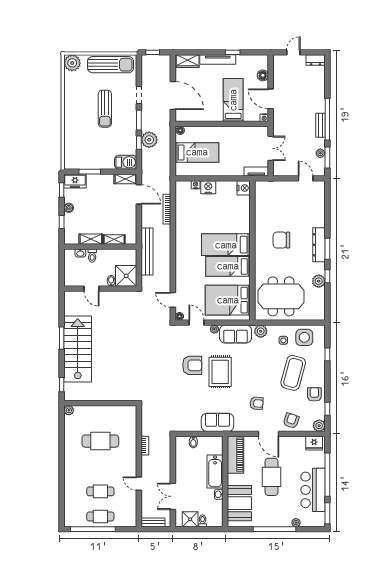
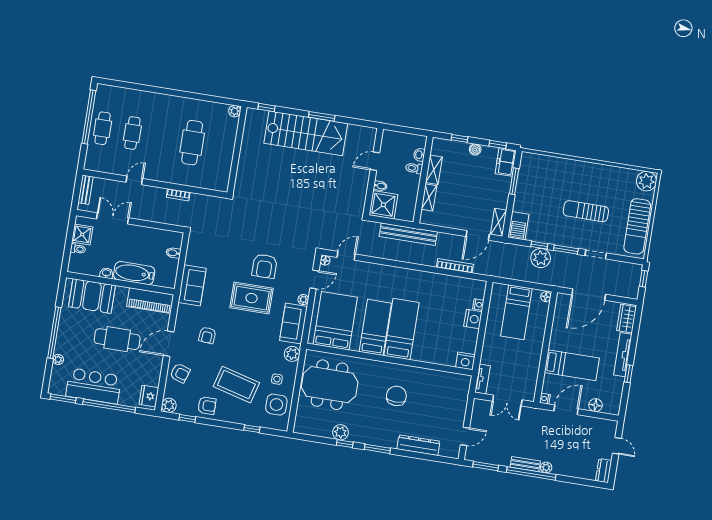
plant: (320, 153) -> (546, 467), moved
dresser: (319, 245) -> (418, 445), moved
meeting table: (281, 296) -> (330, 385), turned 90

